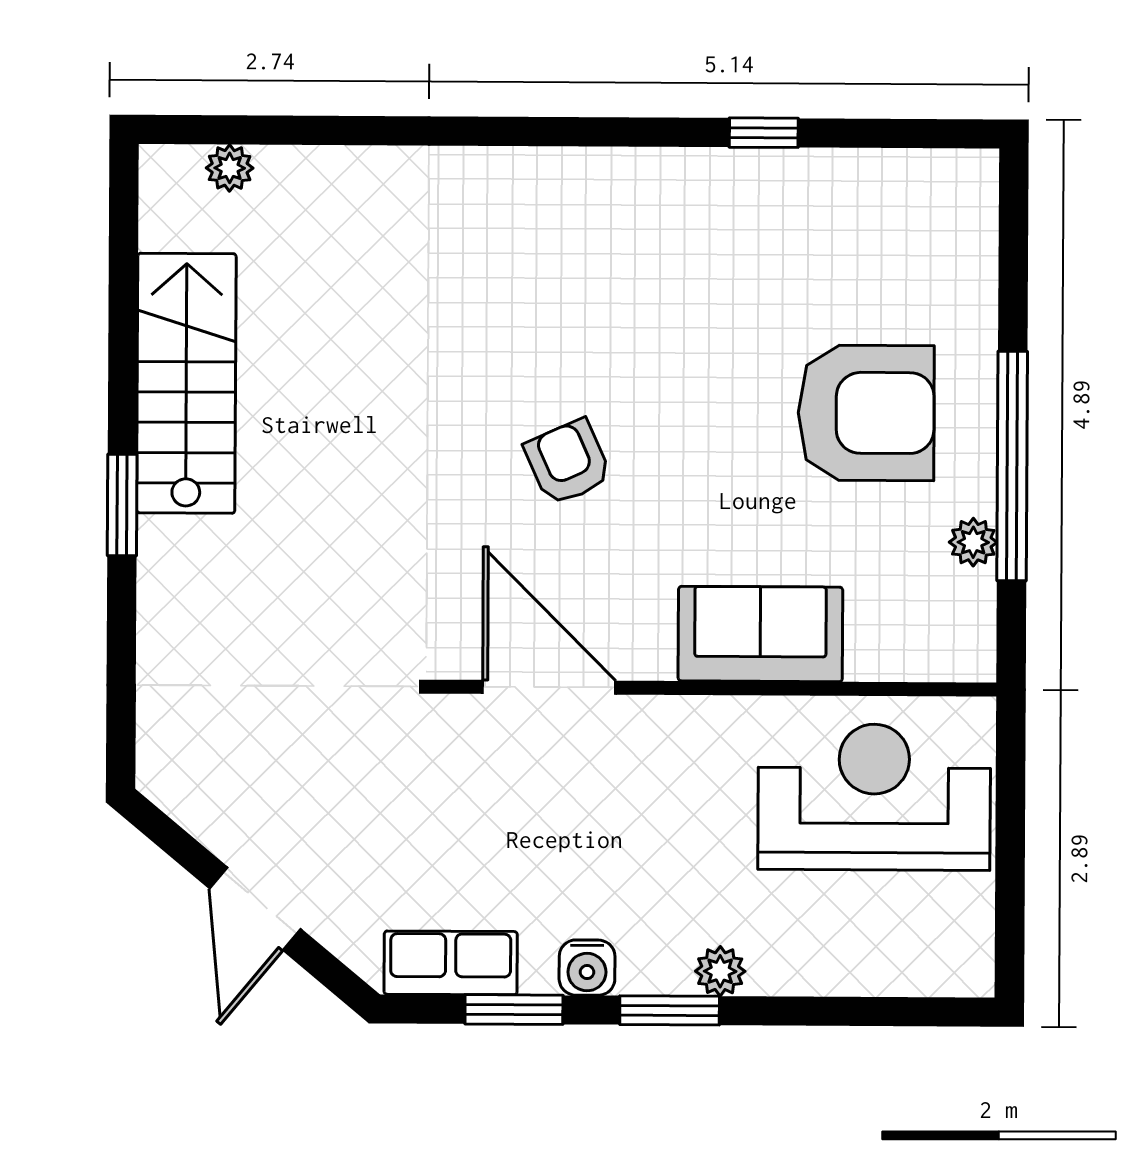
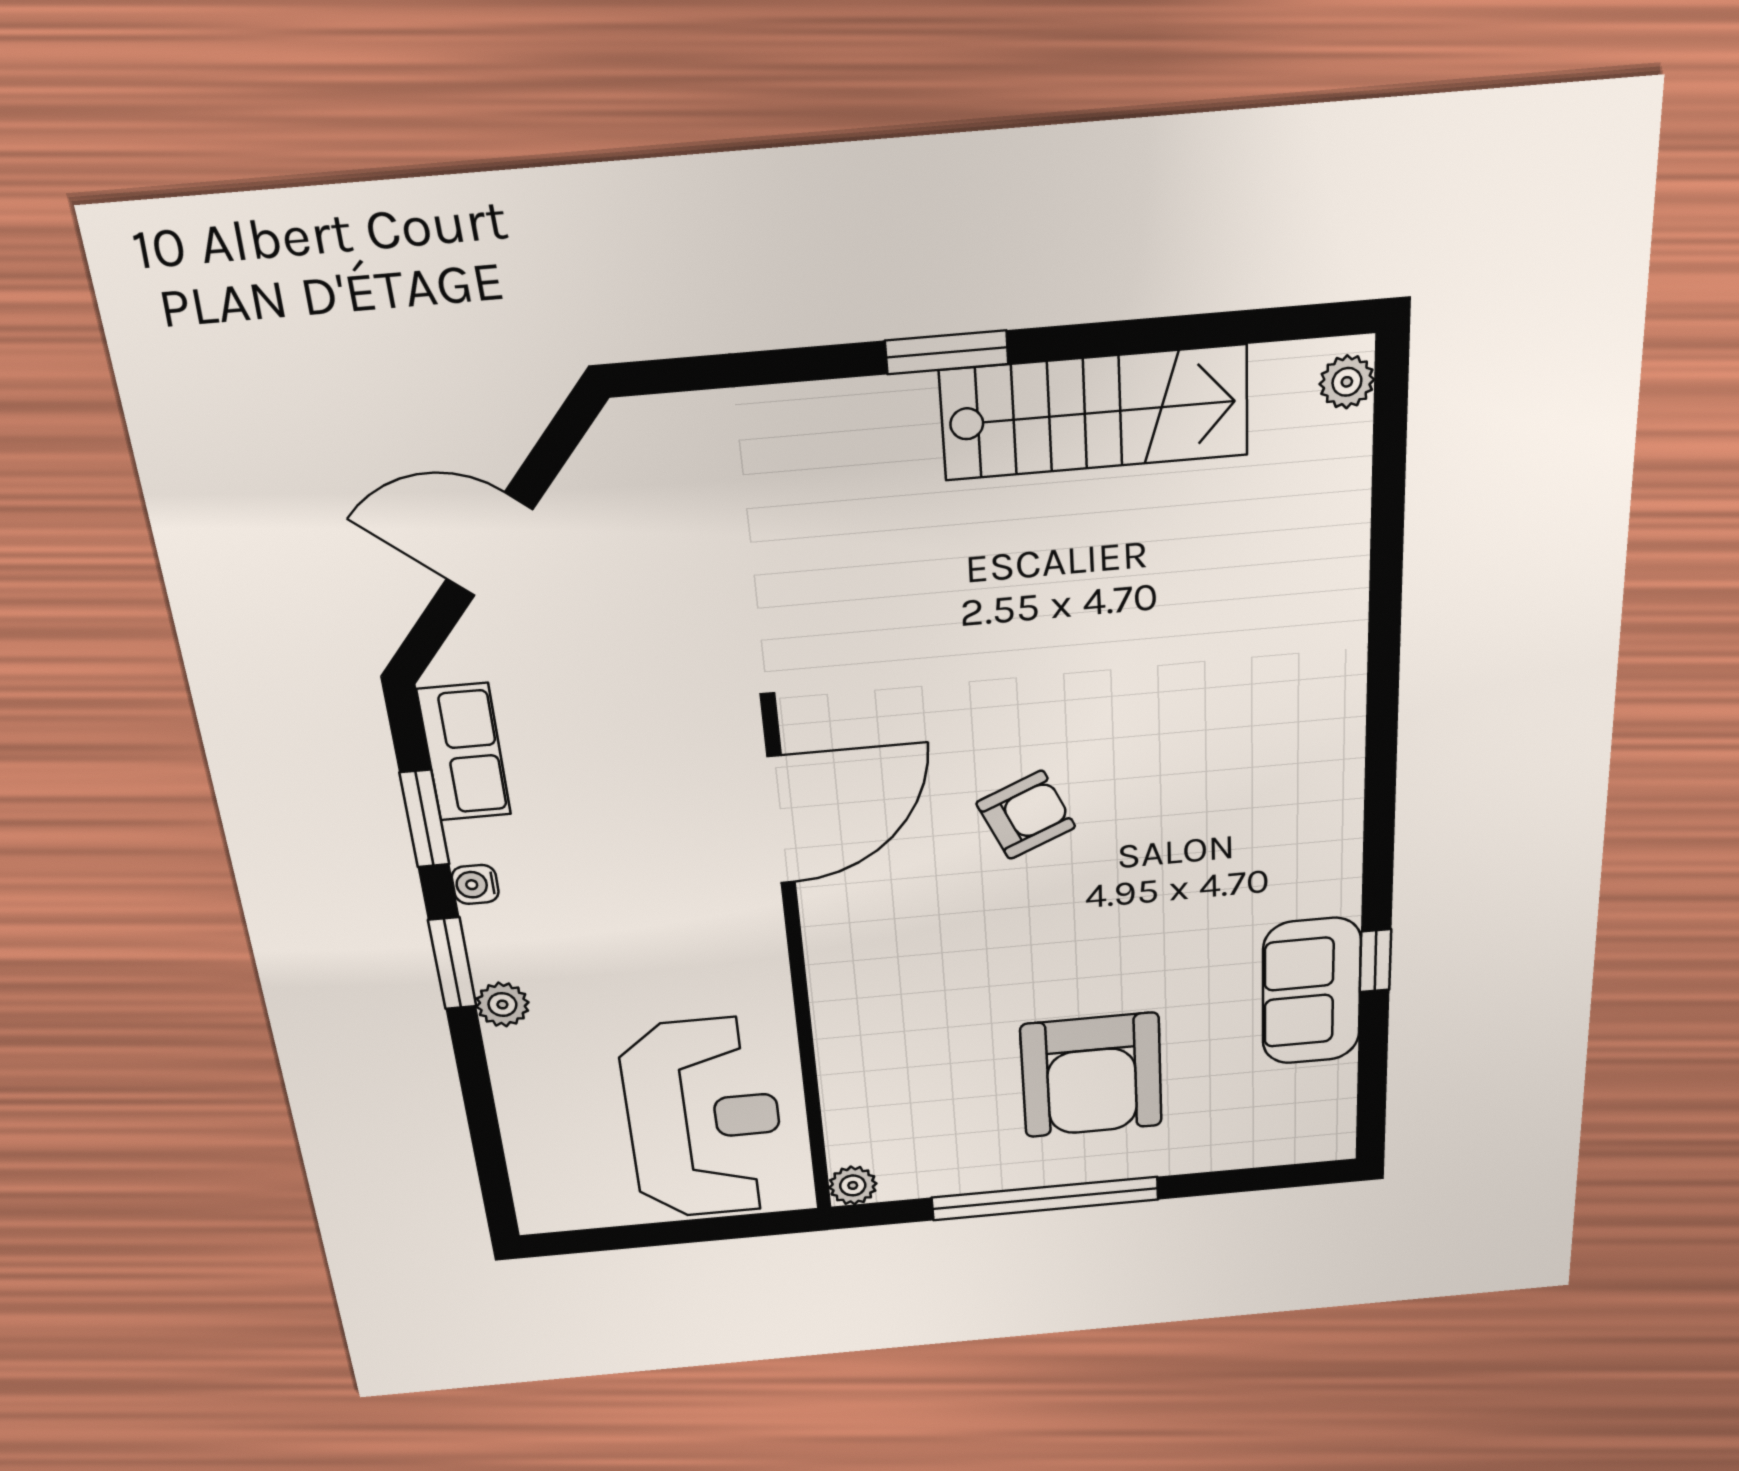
plant: (230, 168) -> (1347, 382), moved
plant: (973, 542) -> (853, 1185), moved
sofa: (760, 634) -> (1312, 991), moved, turned 180
water cooler: (587, 968) -> (475, 884), width x0.72, depth x0.72

